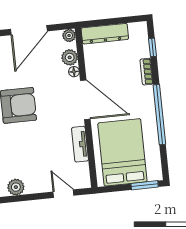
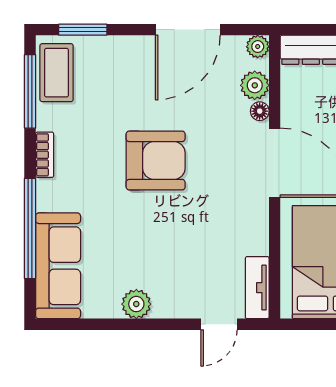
tv unit: (80, 144) -> (257, 288), moved
door: (63, 194) -> (219, 324), swing flipped

